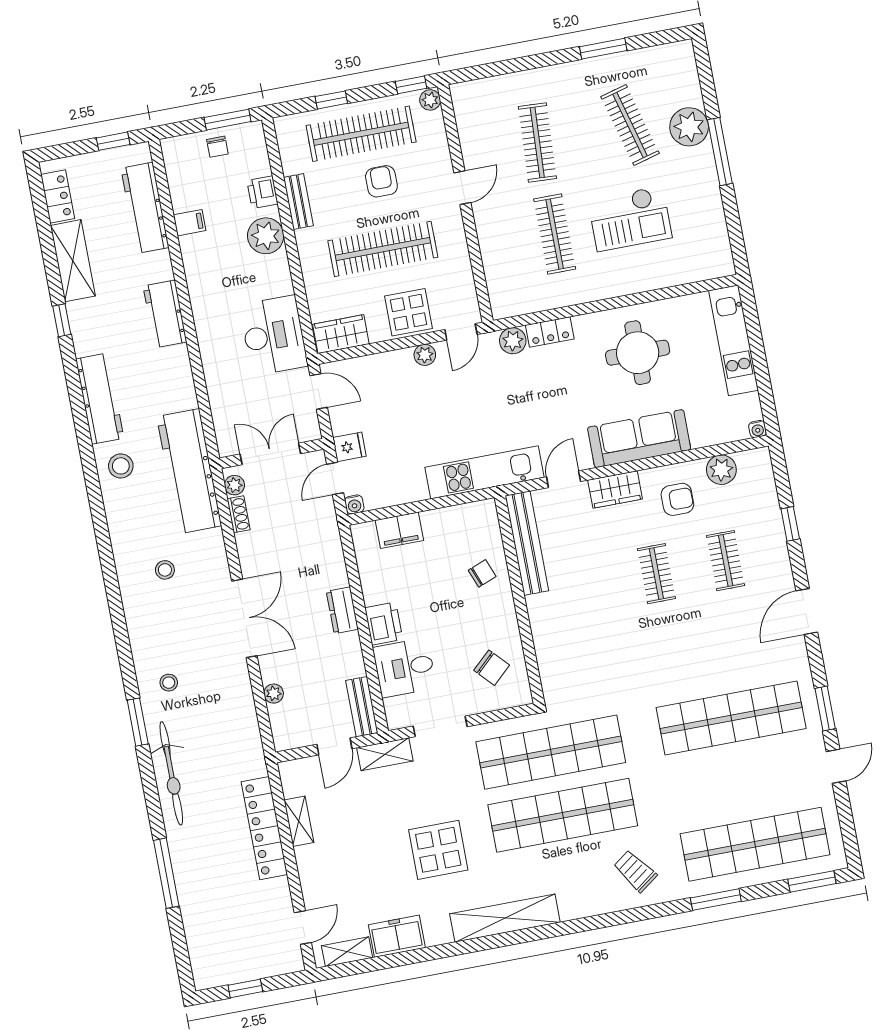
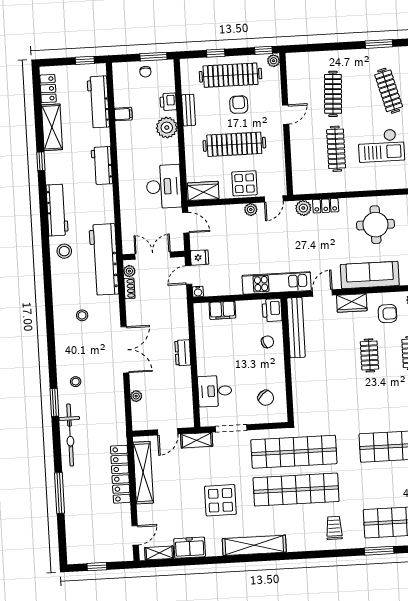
printer: (384, 624) -> (272, 310), moved, turned 180
bench: (362, 707) -> (187, 411), removed
shelving: (299, 821) -> (143, 473), width x2.20, depth x1.33
trolley: (635, 871) -> (334, 528), turned 36

